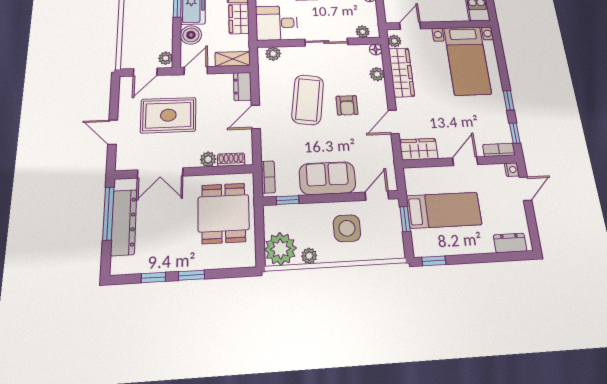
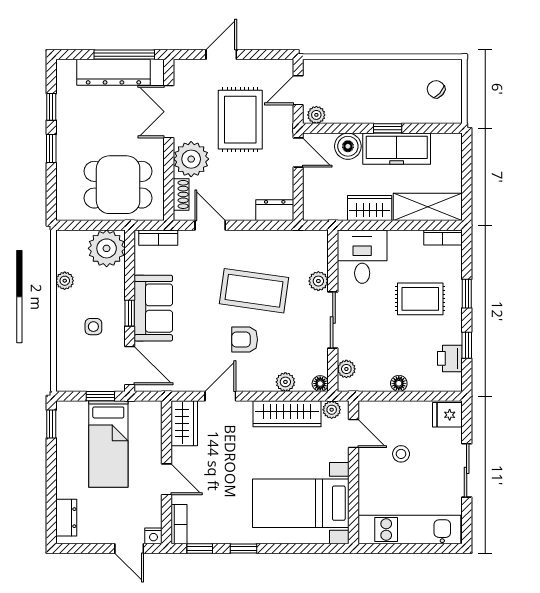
plant: (273, 54) -> (318, 281), moved
shelving: (233, 59) -> (313, 199), removed
door: (145, 72) -> (298, 90), hinge flipped
door: (256, 117) -> (210, 225), moved
door: (394, 122) -> (220, 396), hinge flipped
plant: (208, 159) -> (191, 159), width x1.88, depth x1.88
door: (377, 196) -> (130, 366), width x1.38
window: (288, 200) -> (130, 313), moved
side table: (347, 228) -> (93, 327), width x0.54, depth x0.54
plant: (280, 249) -> (107, 248), moved

